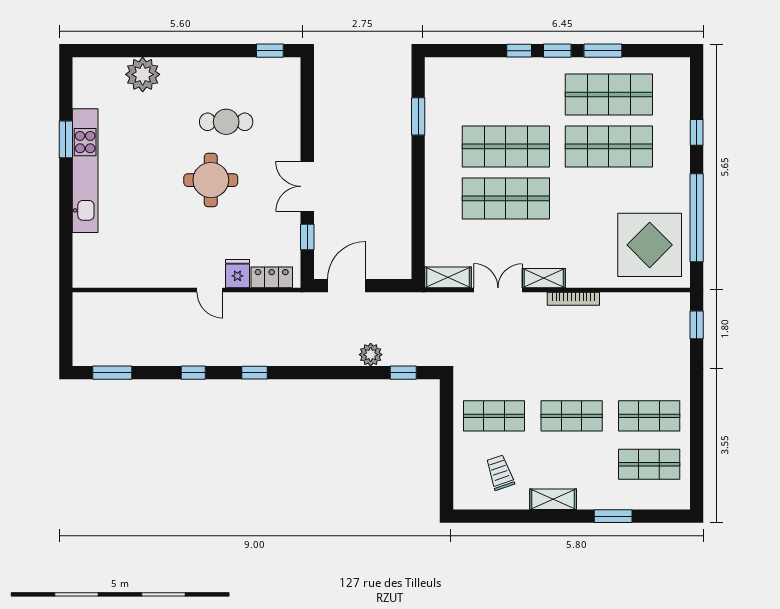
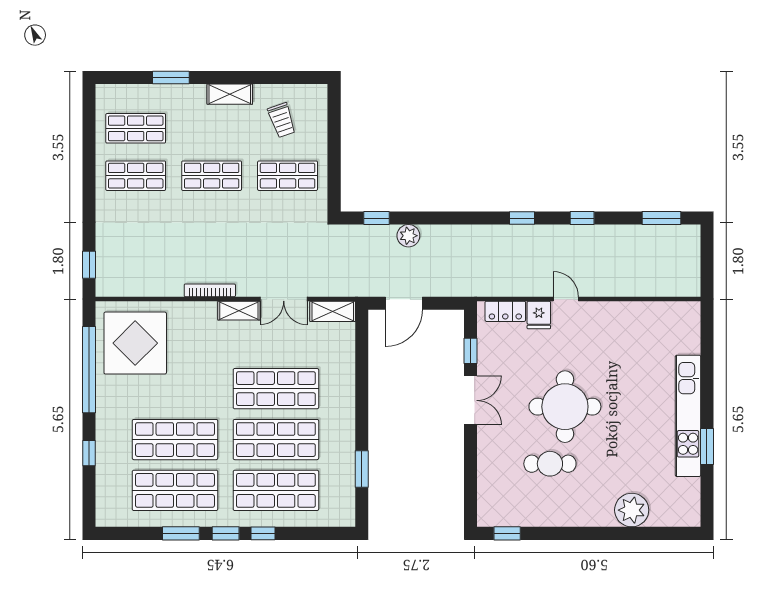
shop shelf: (506, 95) -> (276, 490), added
round table: (211, 180) -> (565, 407), width x1.36, depth x1.36
door: (347, 286) -> (404, 303), moved

